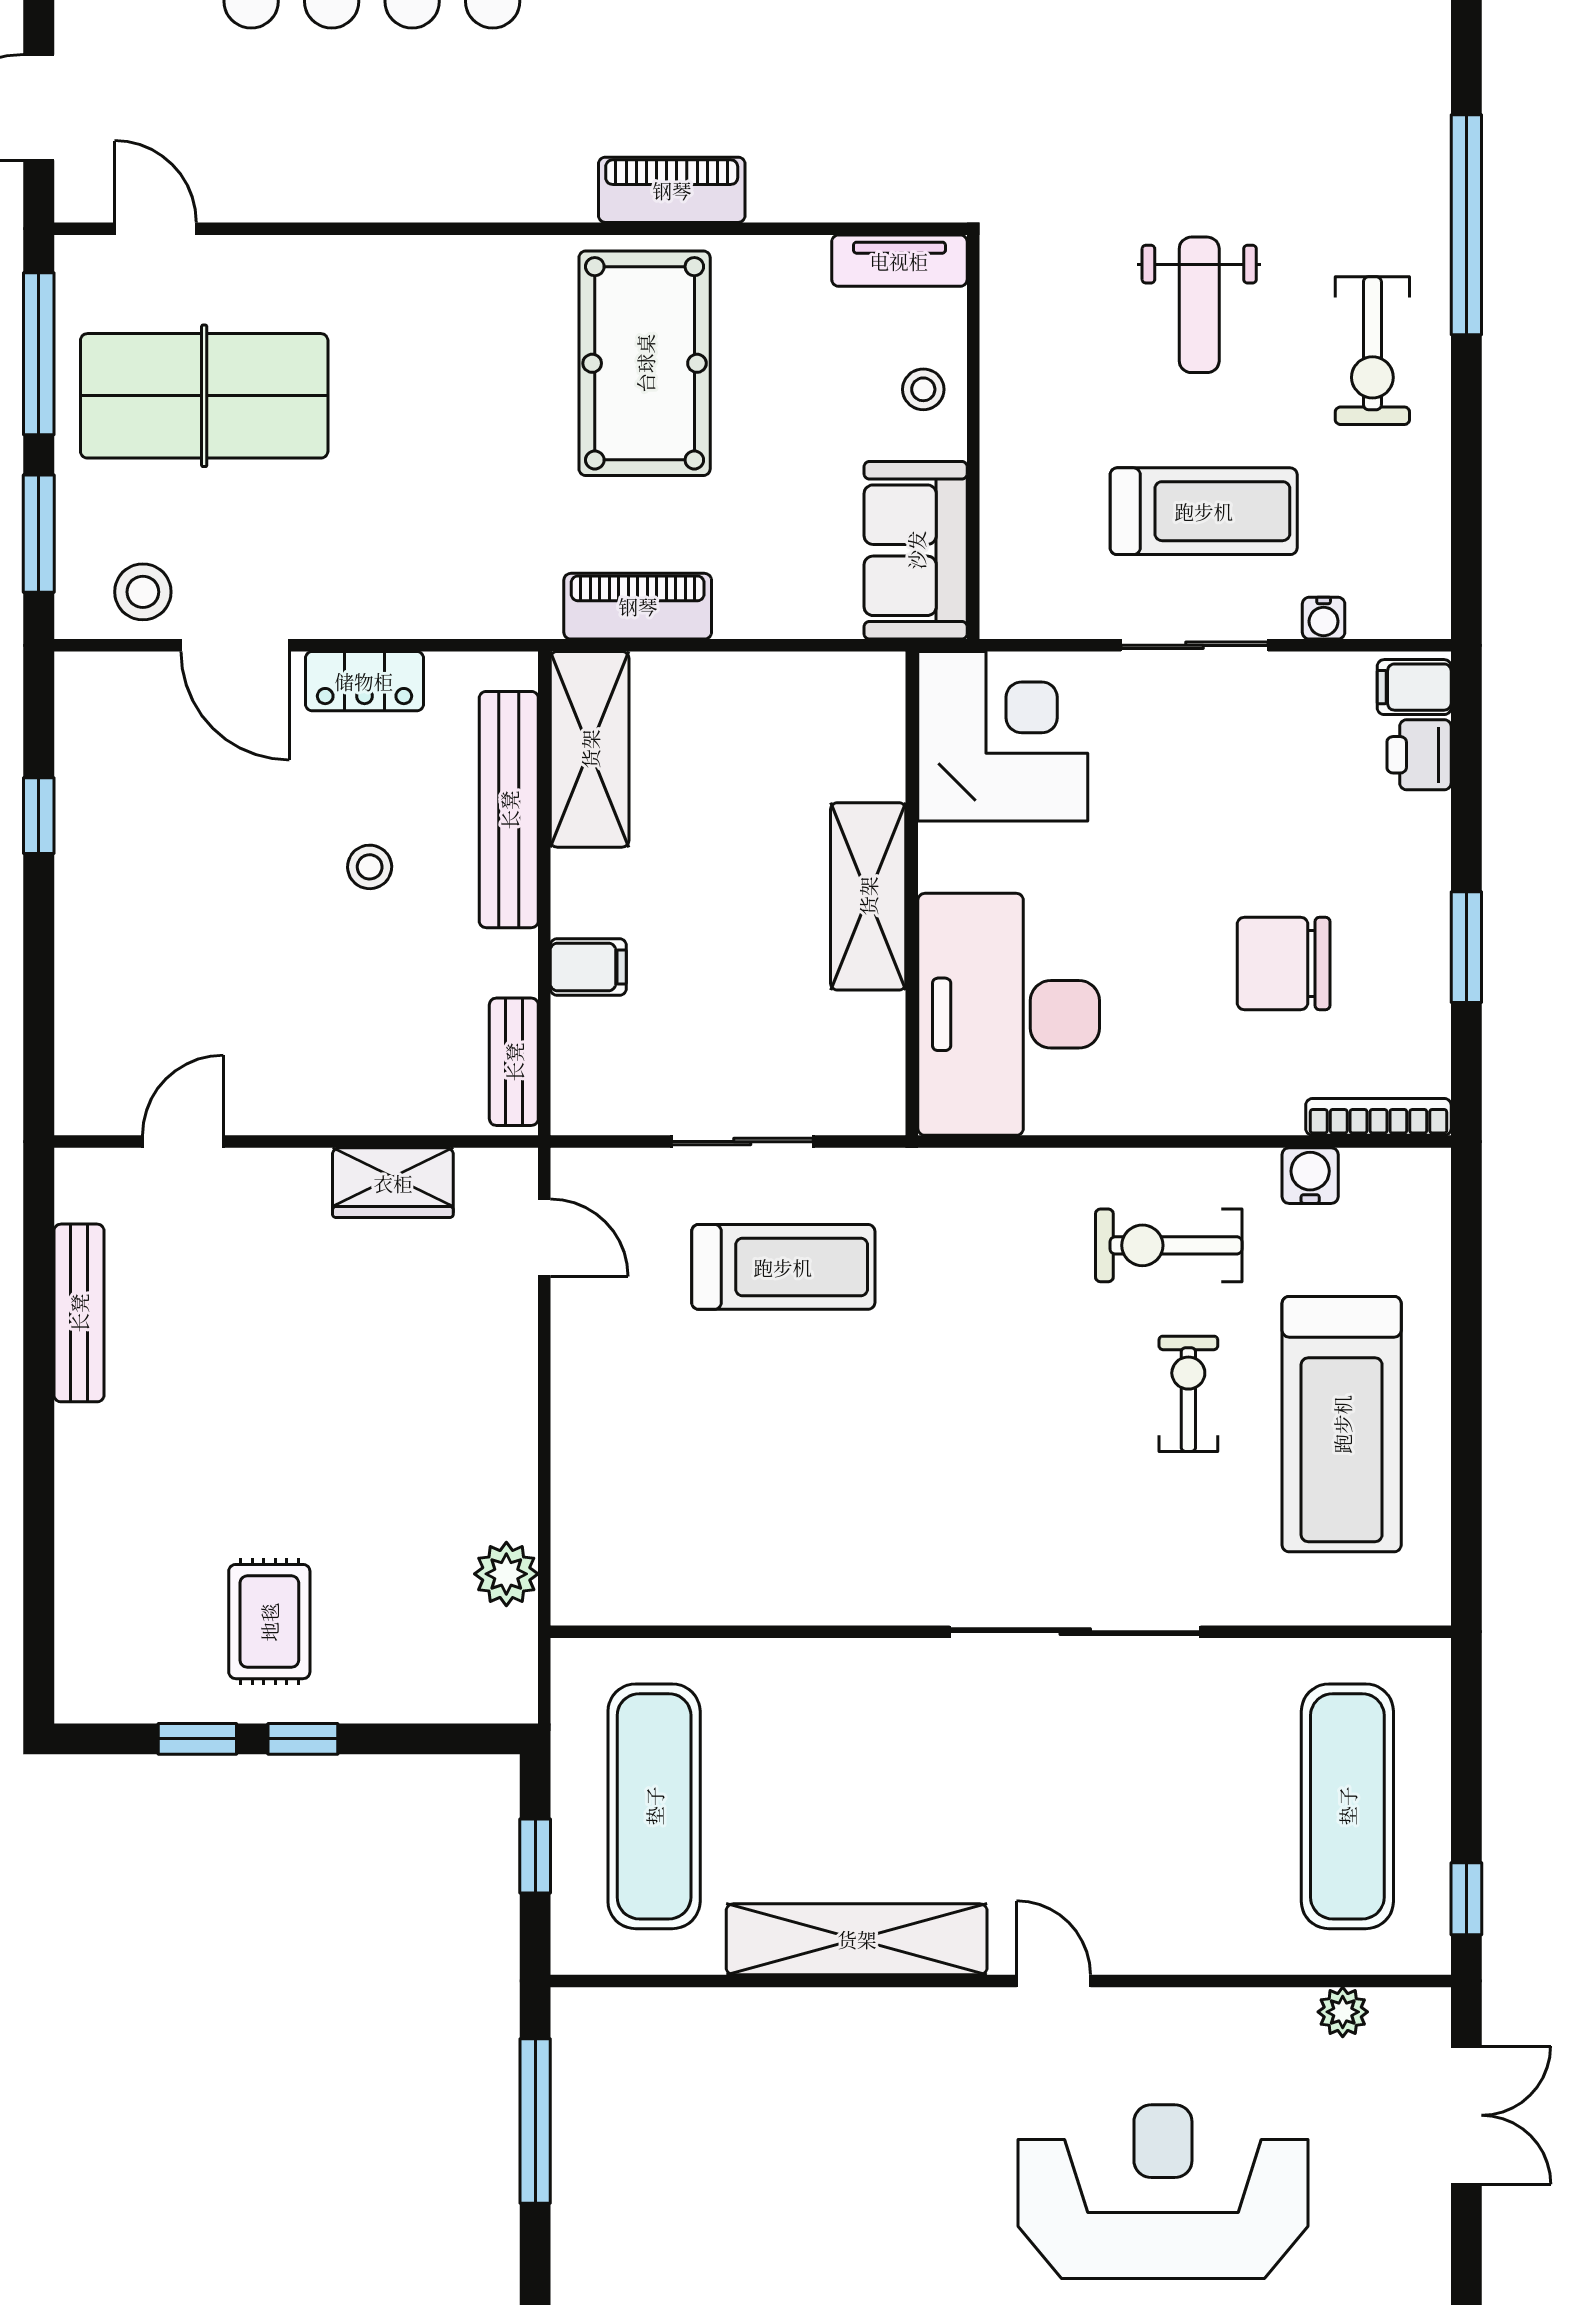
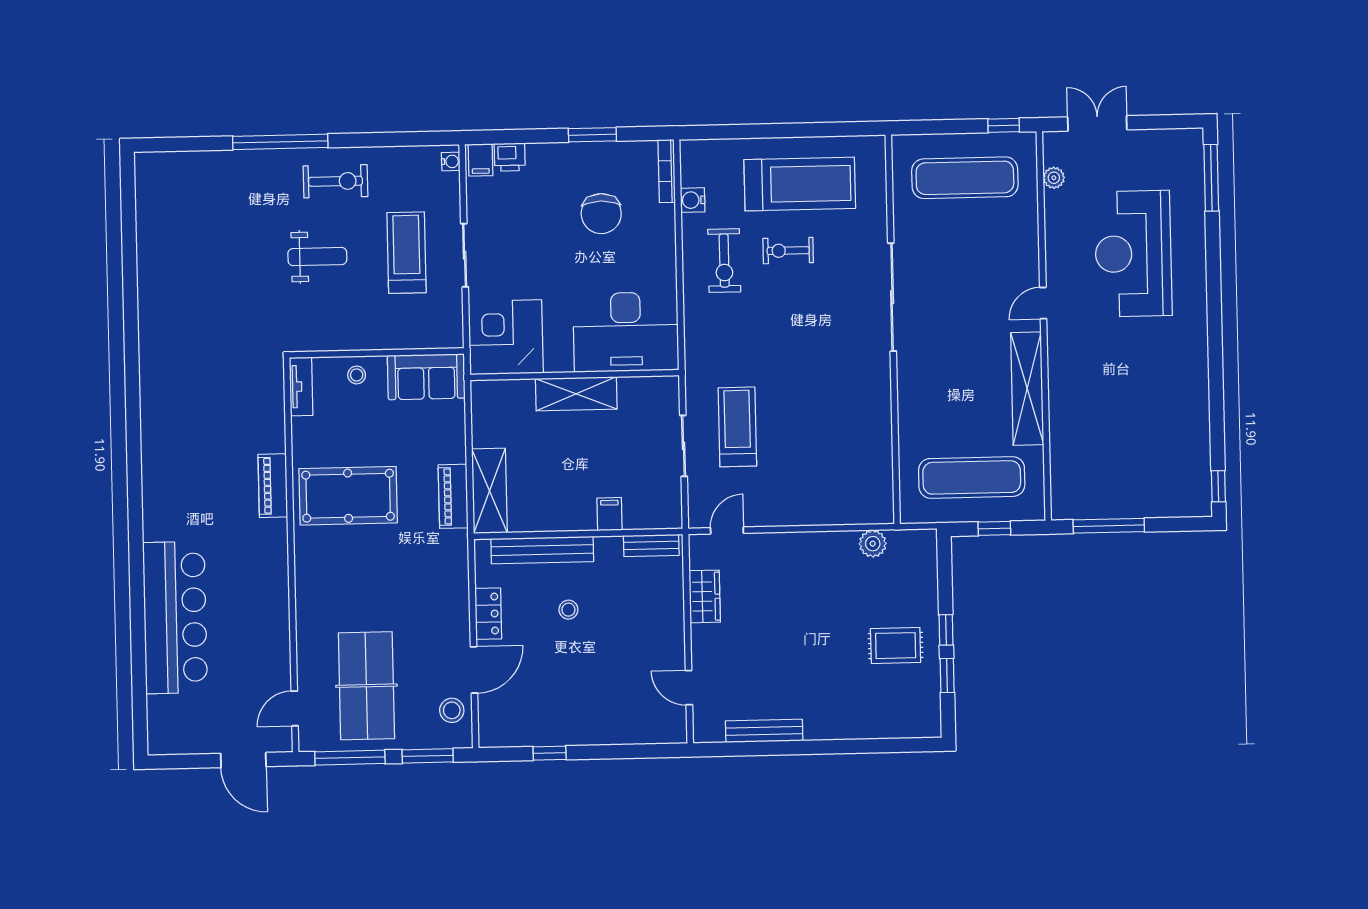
water cooler: (1324, 618) -> (451, 161), moved
shelving: (590, 749) -> (489, 491), moved, turned 90

